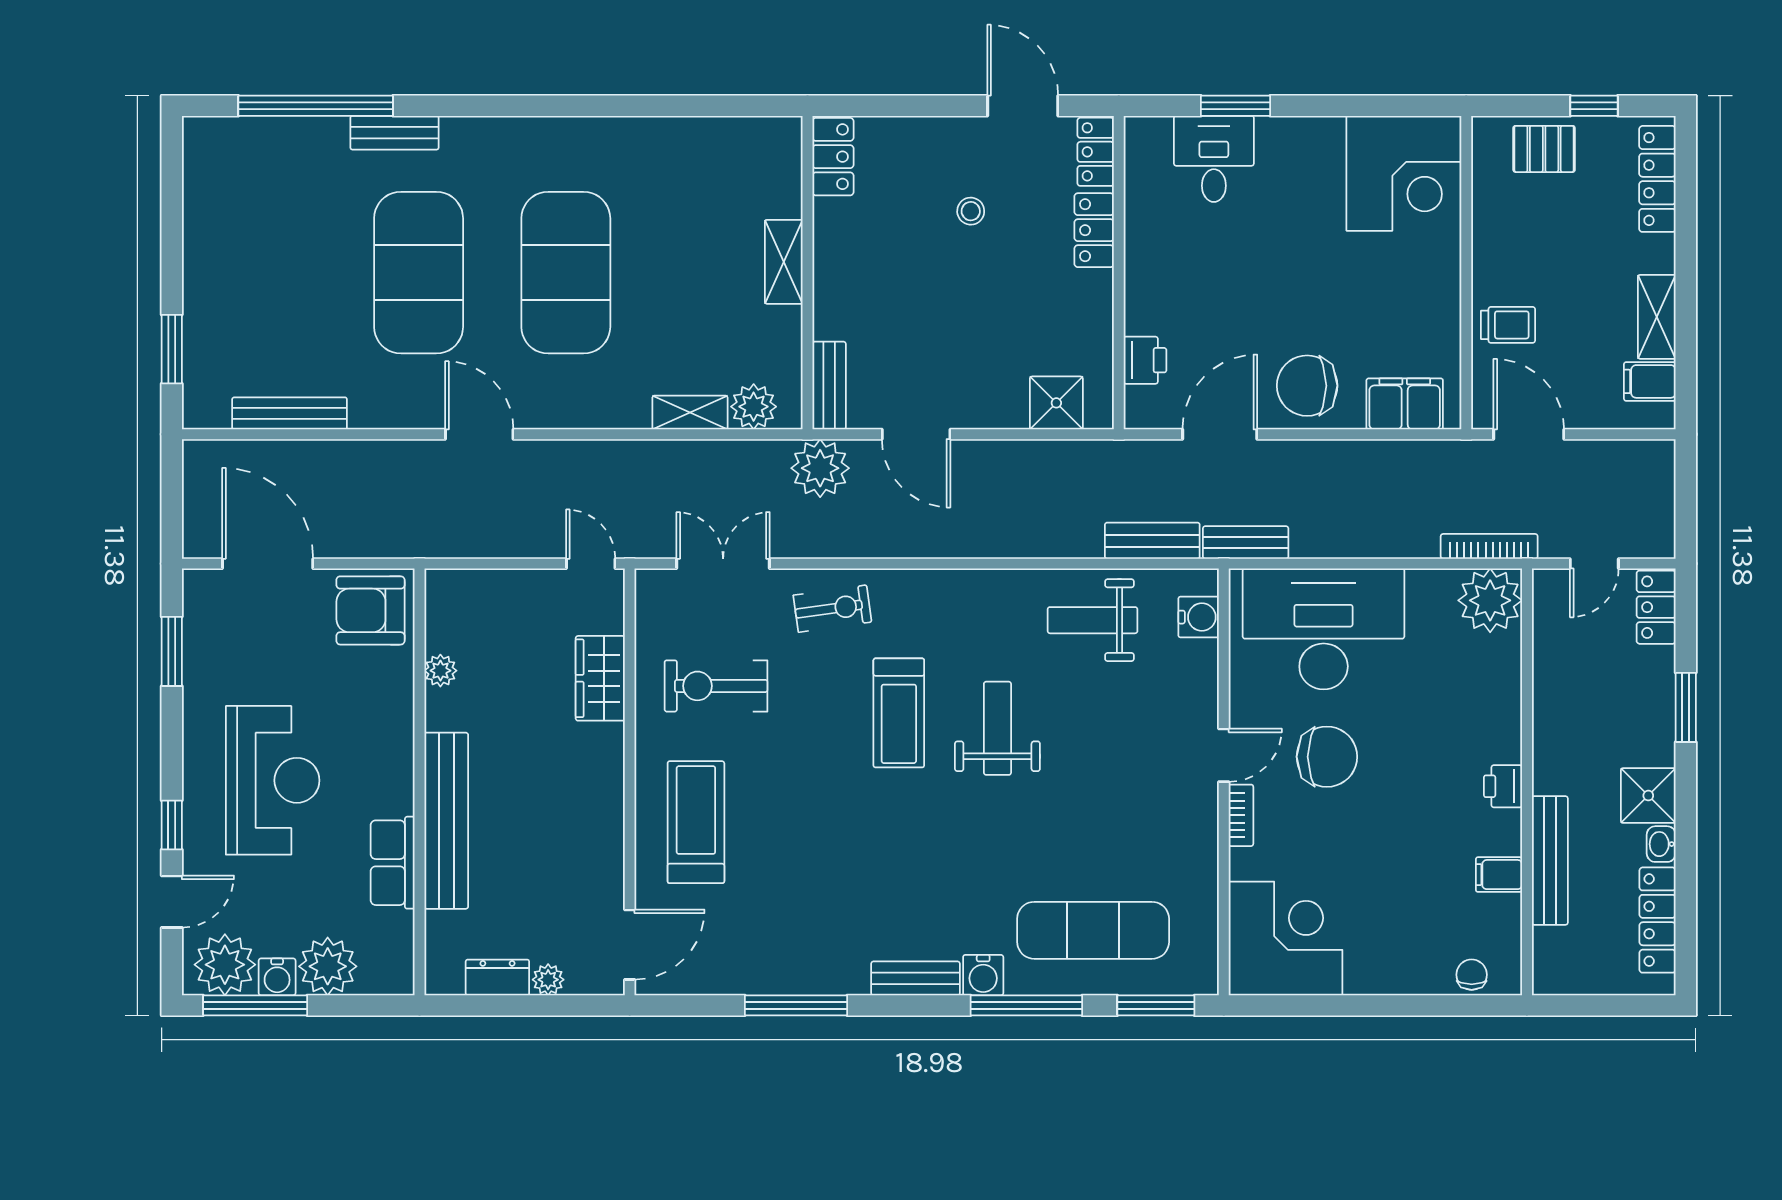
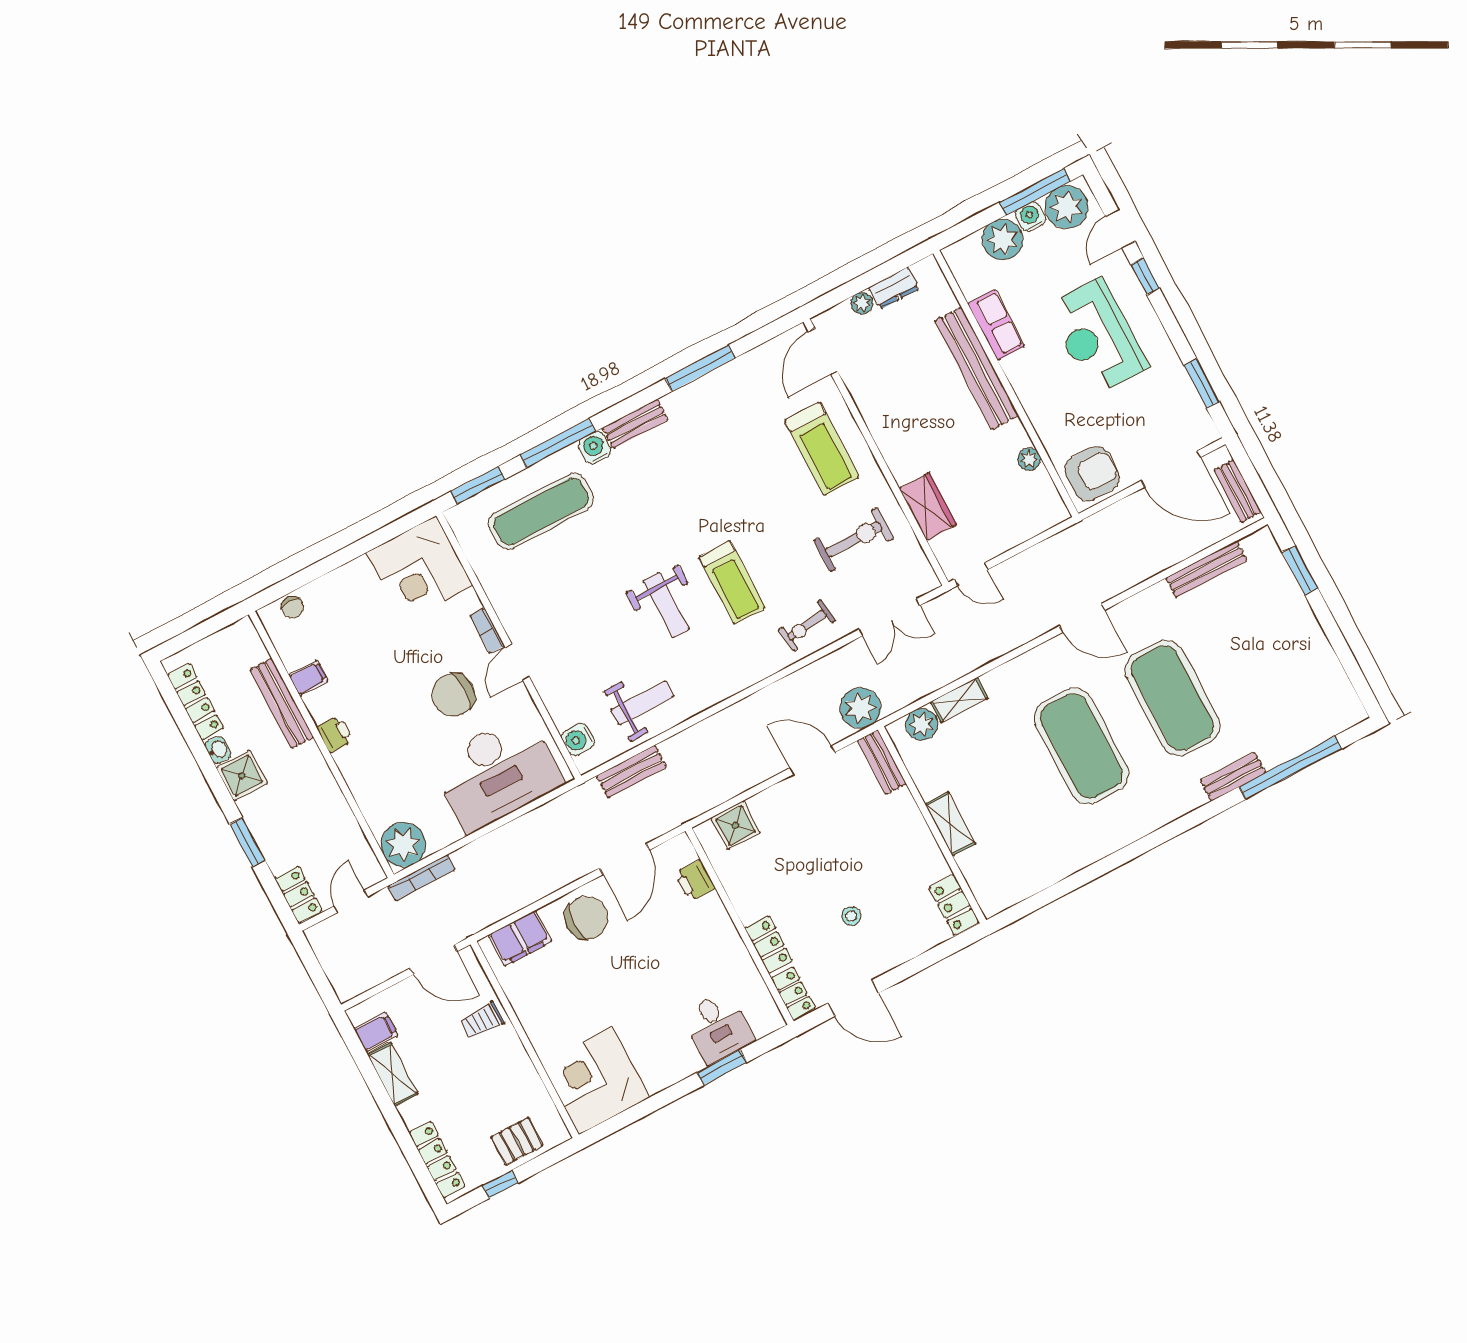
bench: (1246, 542) -> (1237, 491), moved, turned 90
treadmill: (899, 713) -> (732, 582), turned 180

